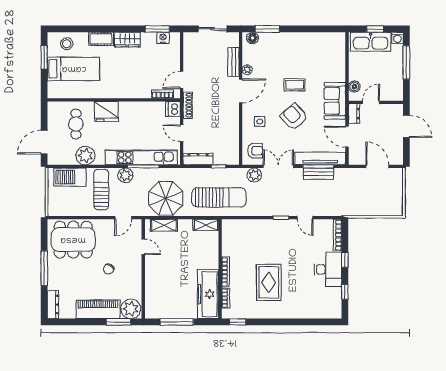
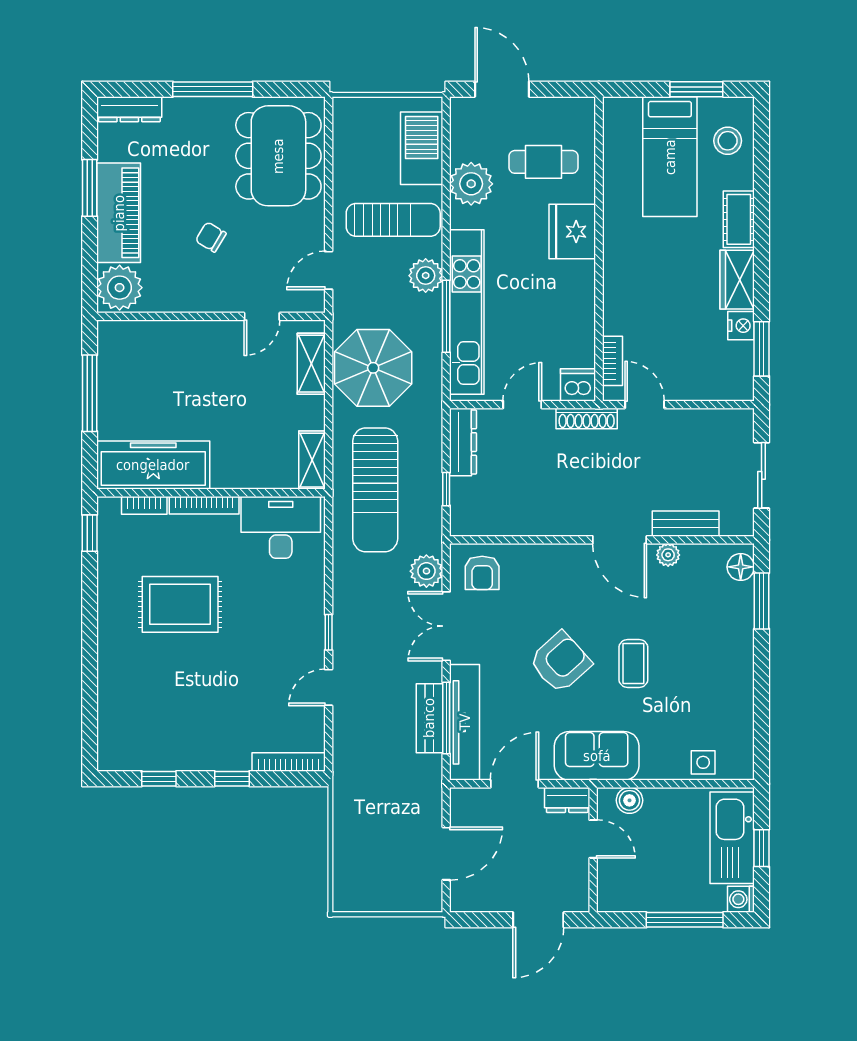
nightstand: (163, 38) -> (741, 326), moved
side table: (260, 122) -> (703, 762), moved
double door: (278, 166) -> (446, 626), swing flipped
door: (123, 218) -> (329, 270), hinge flipped
desk: (328, 269) -> (281, 527), moved, turned 180
window: (119, 322) -> (90, 188), moved

